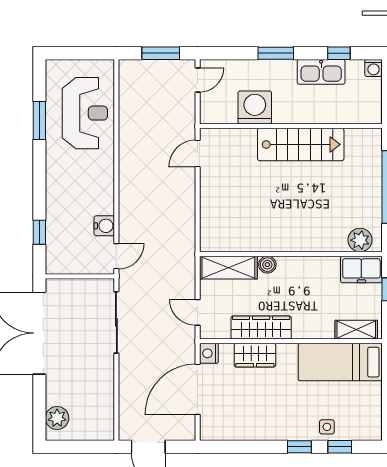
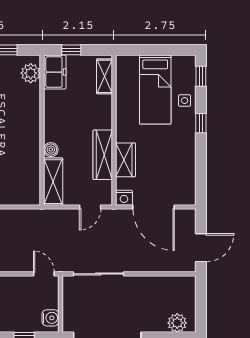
water cooler: (104, 226) -> (50, 318), moved, turned 90
bed: (340, 362) -> (155, 90), moved
window: (340, 447) -> (201, 76), moved

